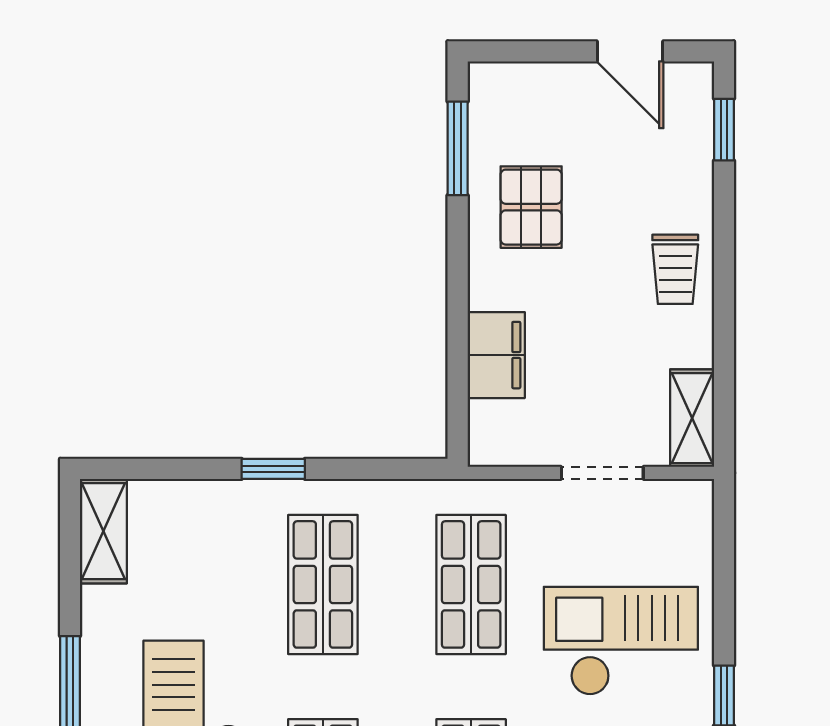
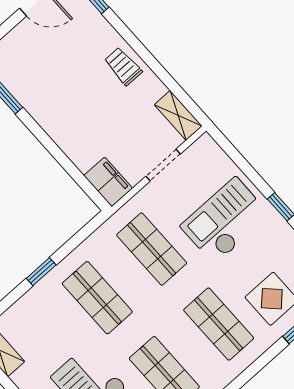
pallet: (531, 207) -> (50, 91), removed
trolley: (675, 269) -> (123, 66), turned 180
filing cabinet: (496, 355) -> (108, 182), moved

